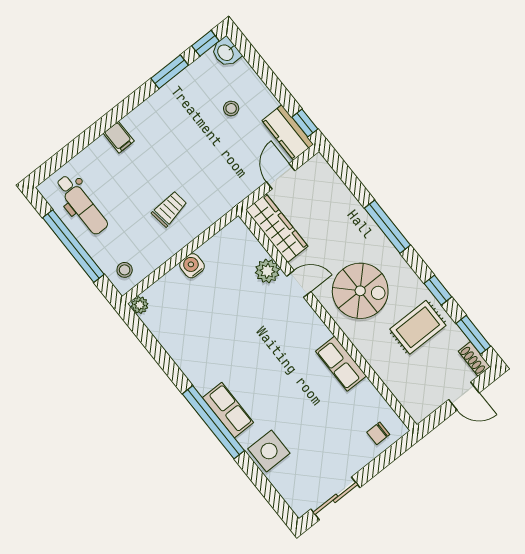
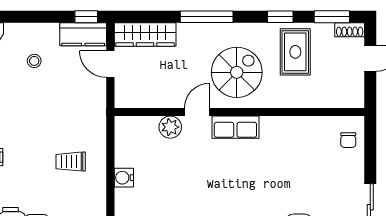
trolley: (169, 209) -> (71, 162), turned -82
wardrobe: (277, 228) -> (145, 35), moved, turned 180
row of seats: (341, 364) -> (235, 127), moved

